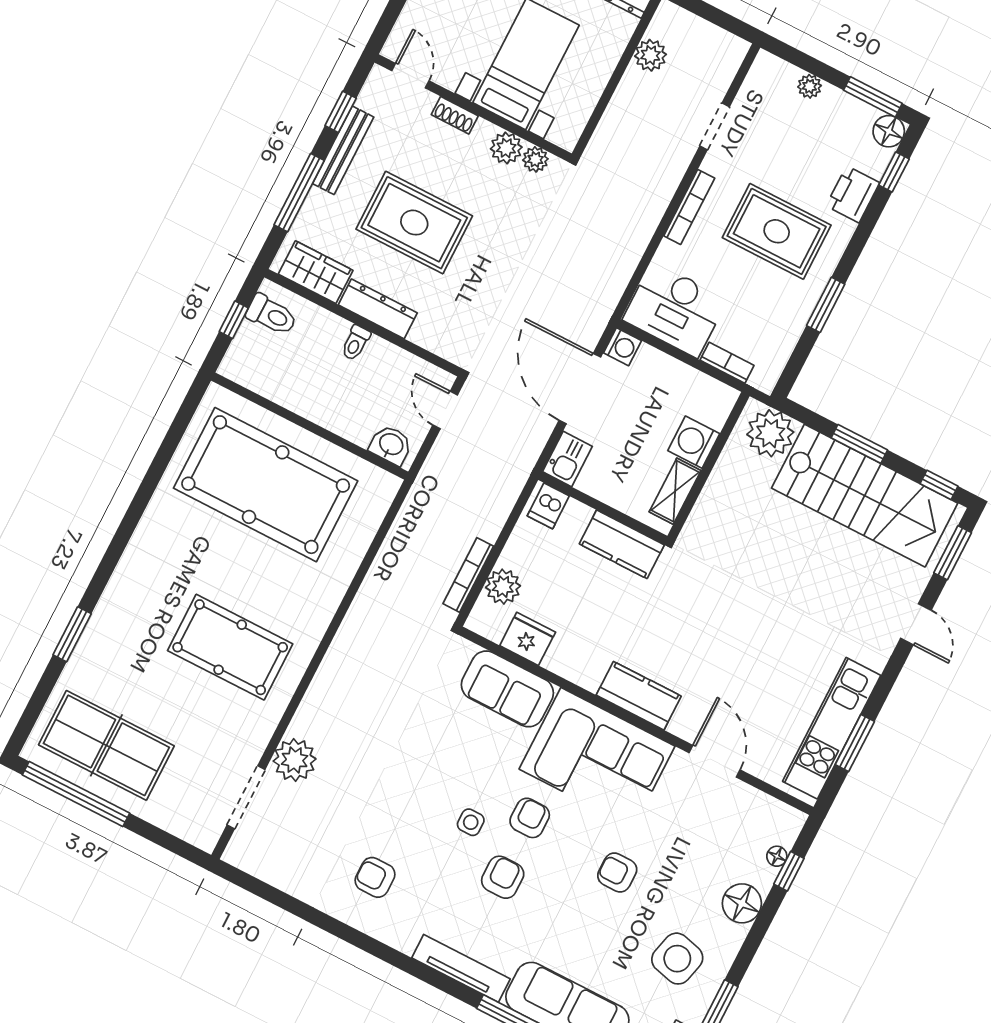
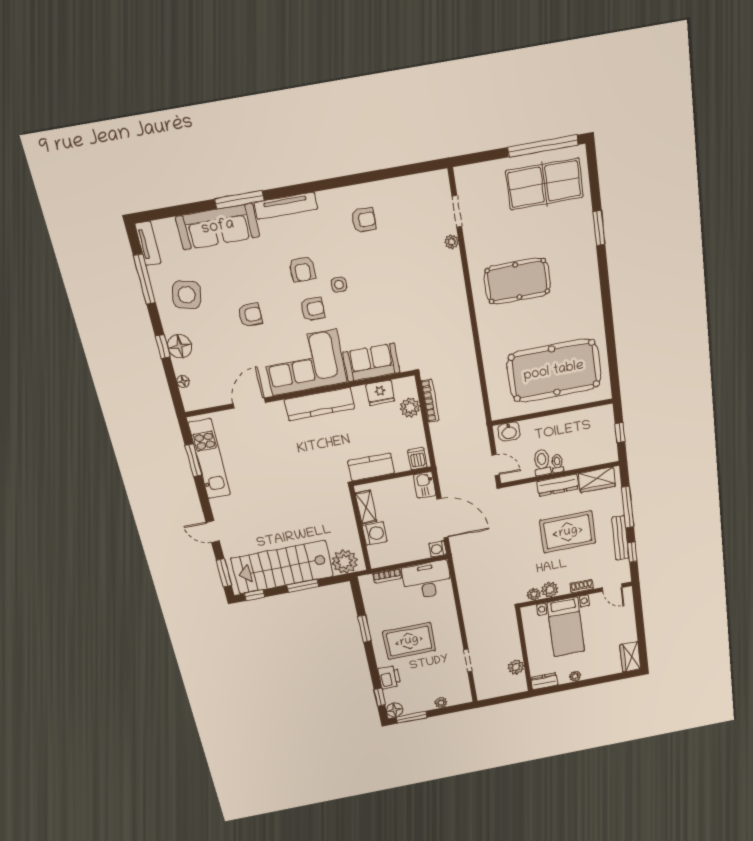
bookcase: (689, 207) -> (454, 623), removed
toilet: (272, 315) -> (542, 462), moved, turned 90
kitchen counter: (639, 696) -> (320, 404), width x1.50
plant: (295, 760) -> (452, 242), width x0.53, depth x0.53
door: (715, 761) -> (249, 403), swing flipped
doorway: (246, 797) -> (457, 211), width x0.73
armchair: (530, 818) -> (313, 309), turned -90
window: (789, 871) -> (163, 347), moved

